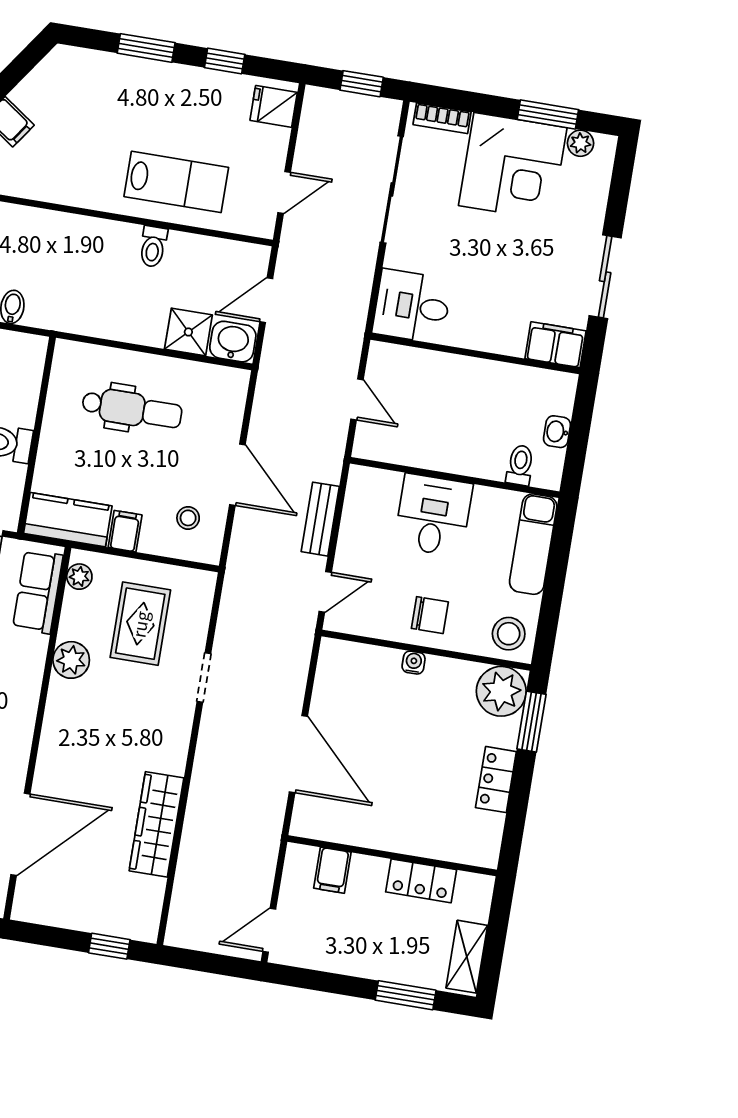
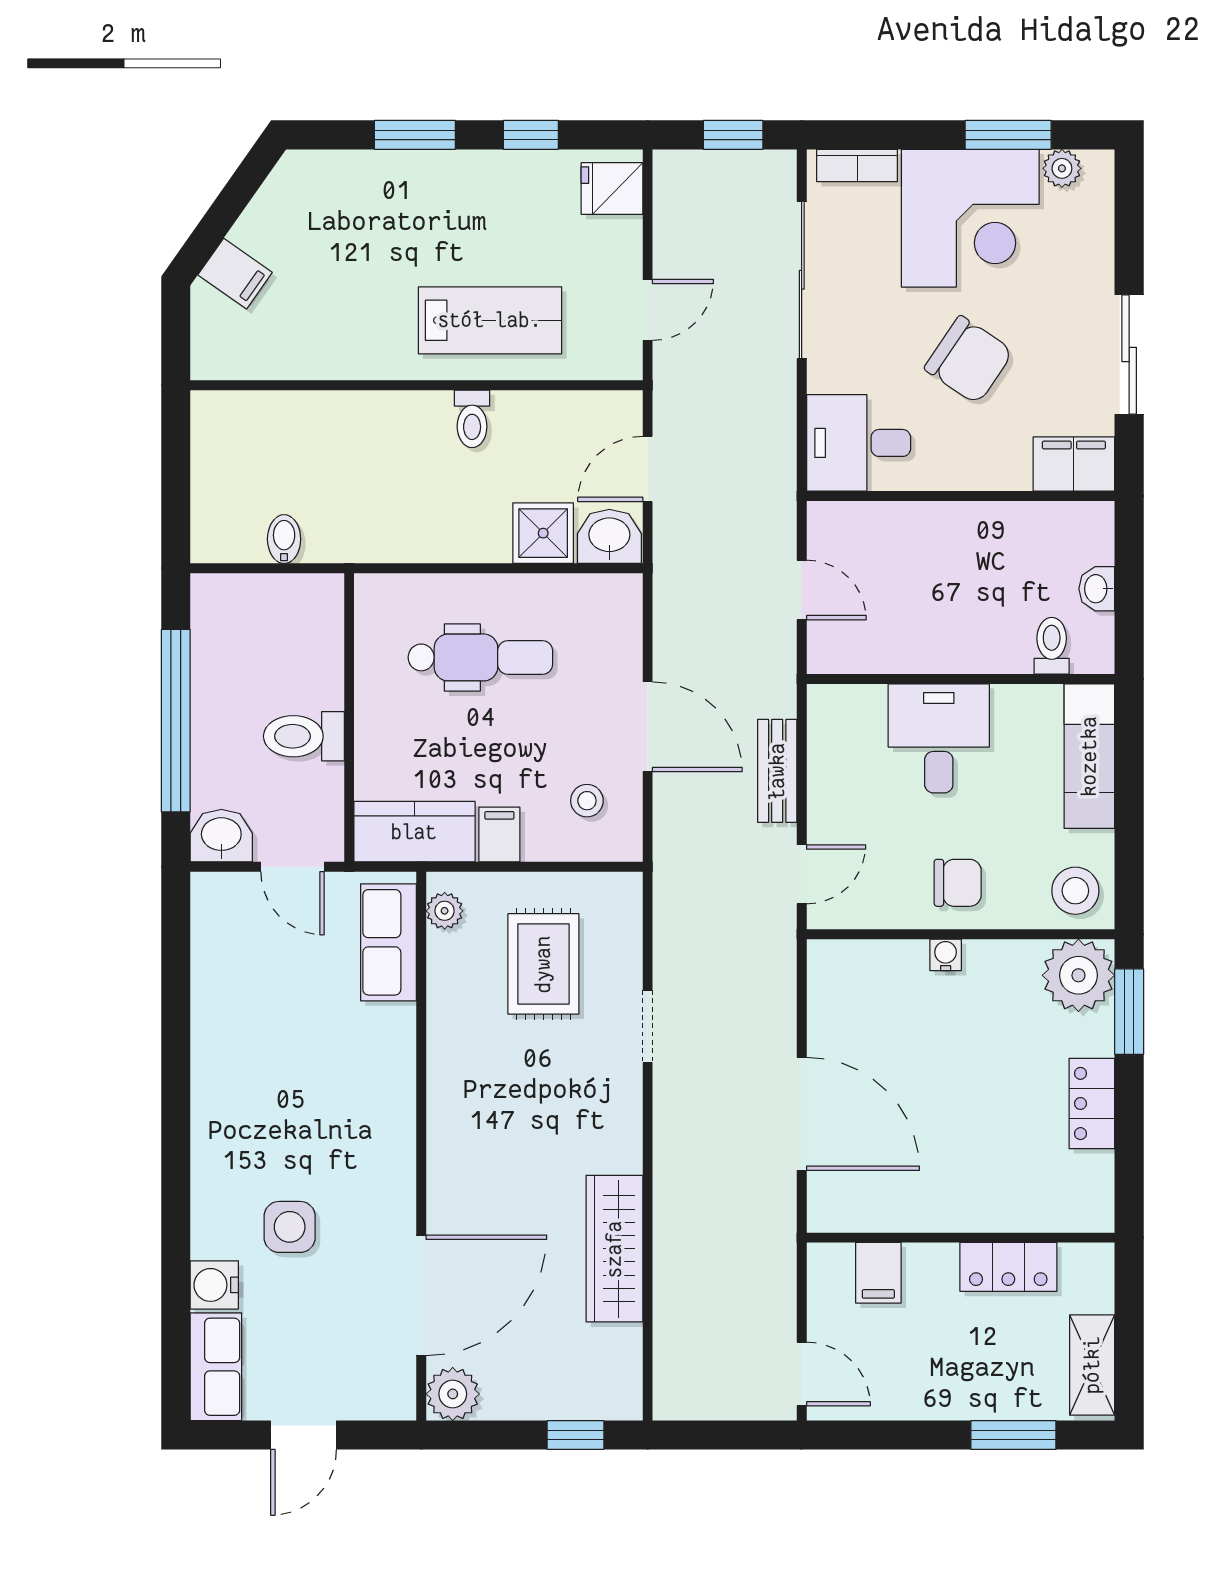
chair: (496, 262) -> (969, 360), added
plant: (71, 660) -> (453, 1394), moved
door: (269, 930) -> (802, 1374), swing flipped

